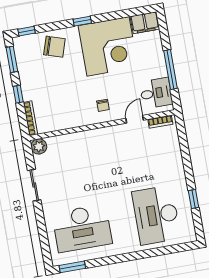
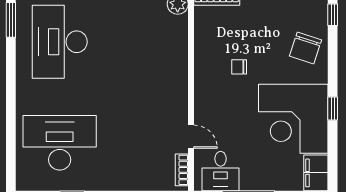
window: (82, 21) -> (333, 109), moved
chair: (103, 105) -> (239, 67), moved

